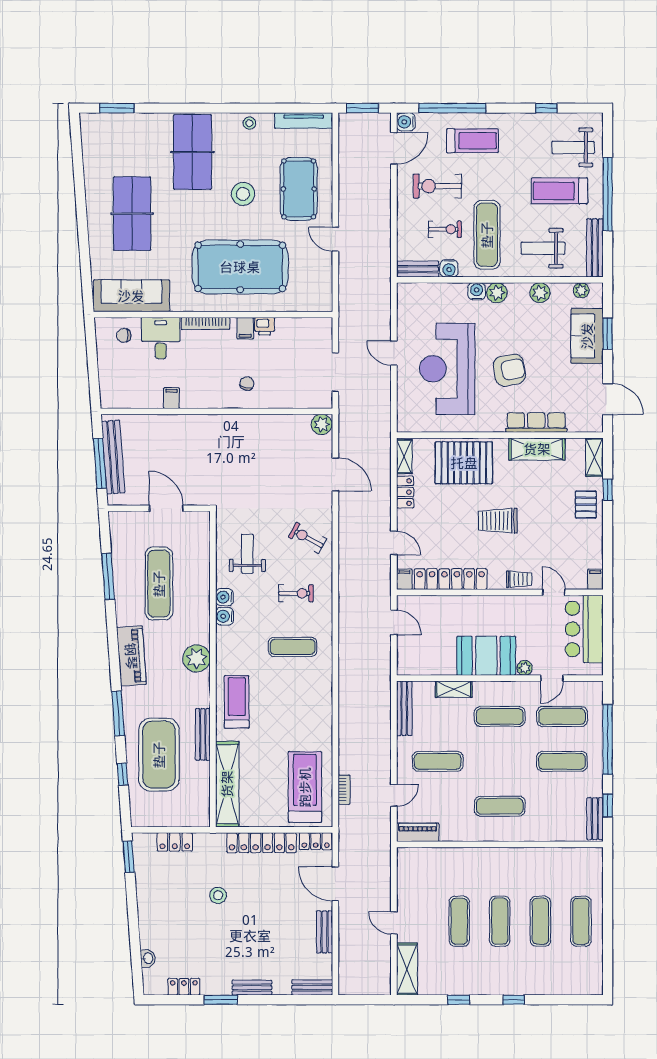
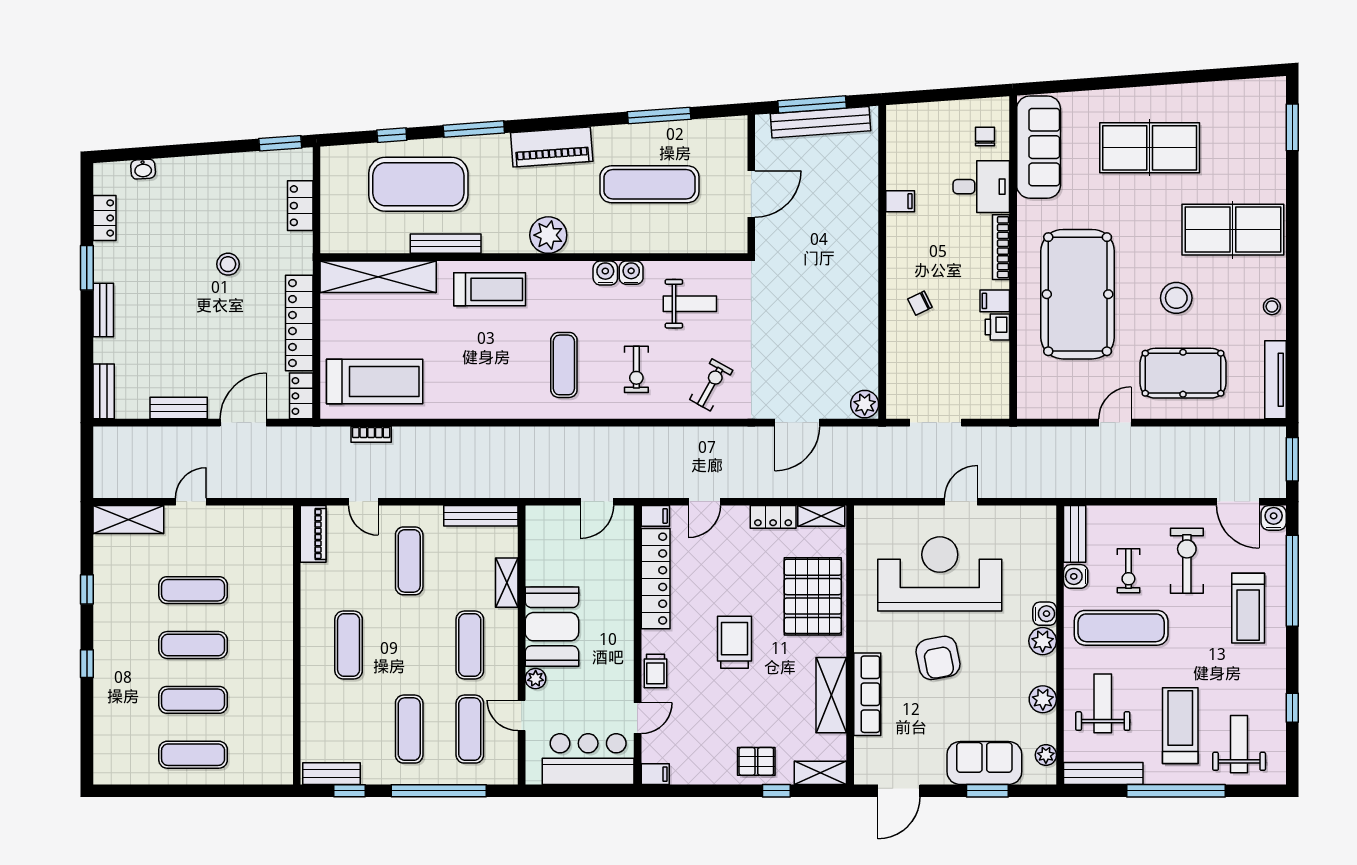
chair: (247, 383) -> (920, 303), turned 138

